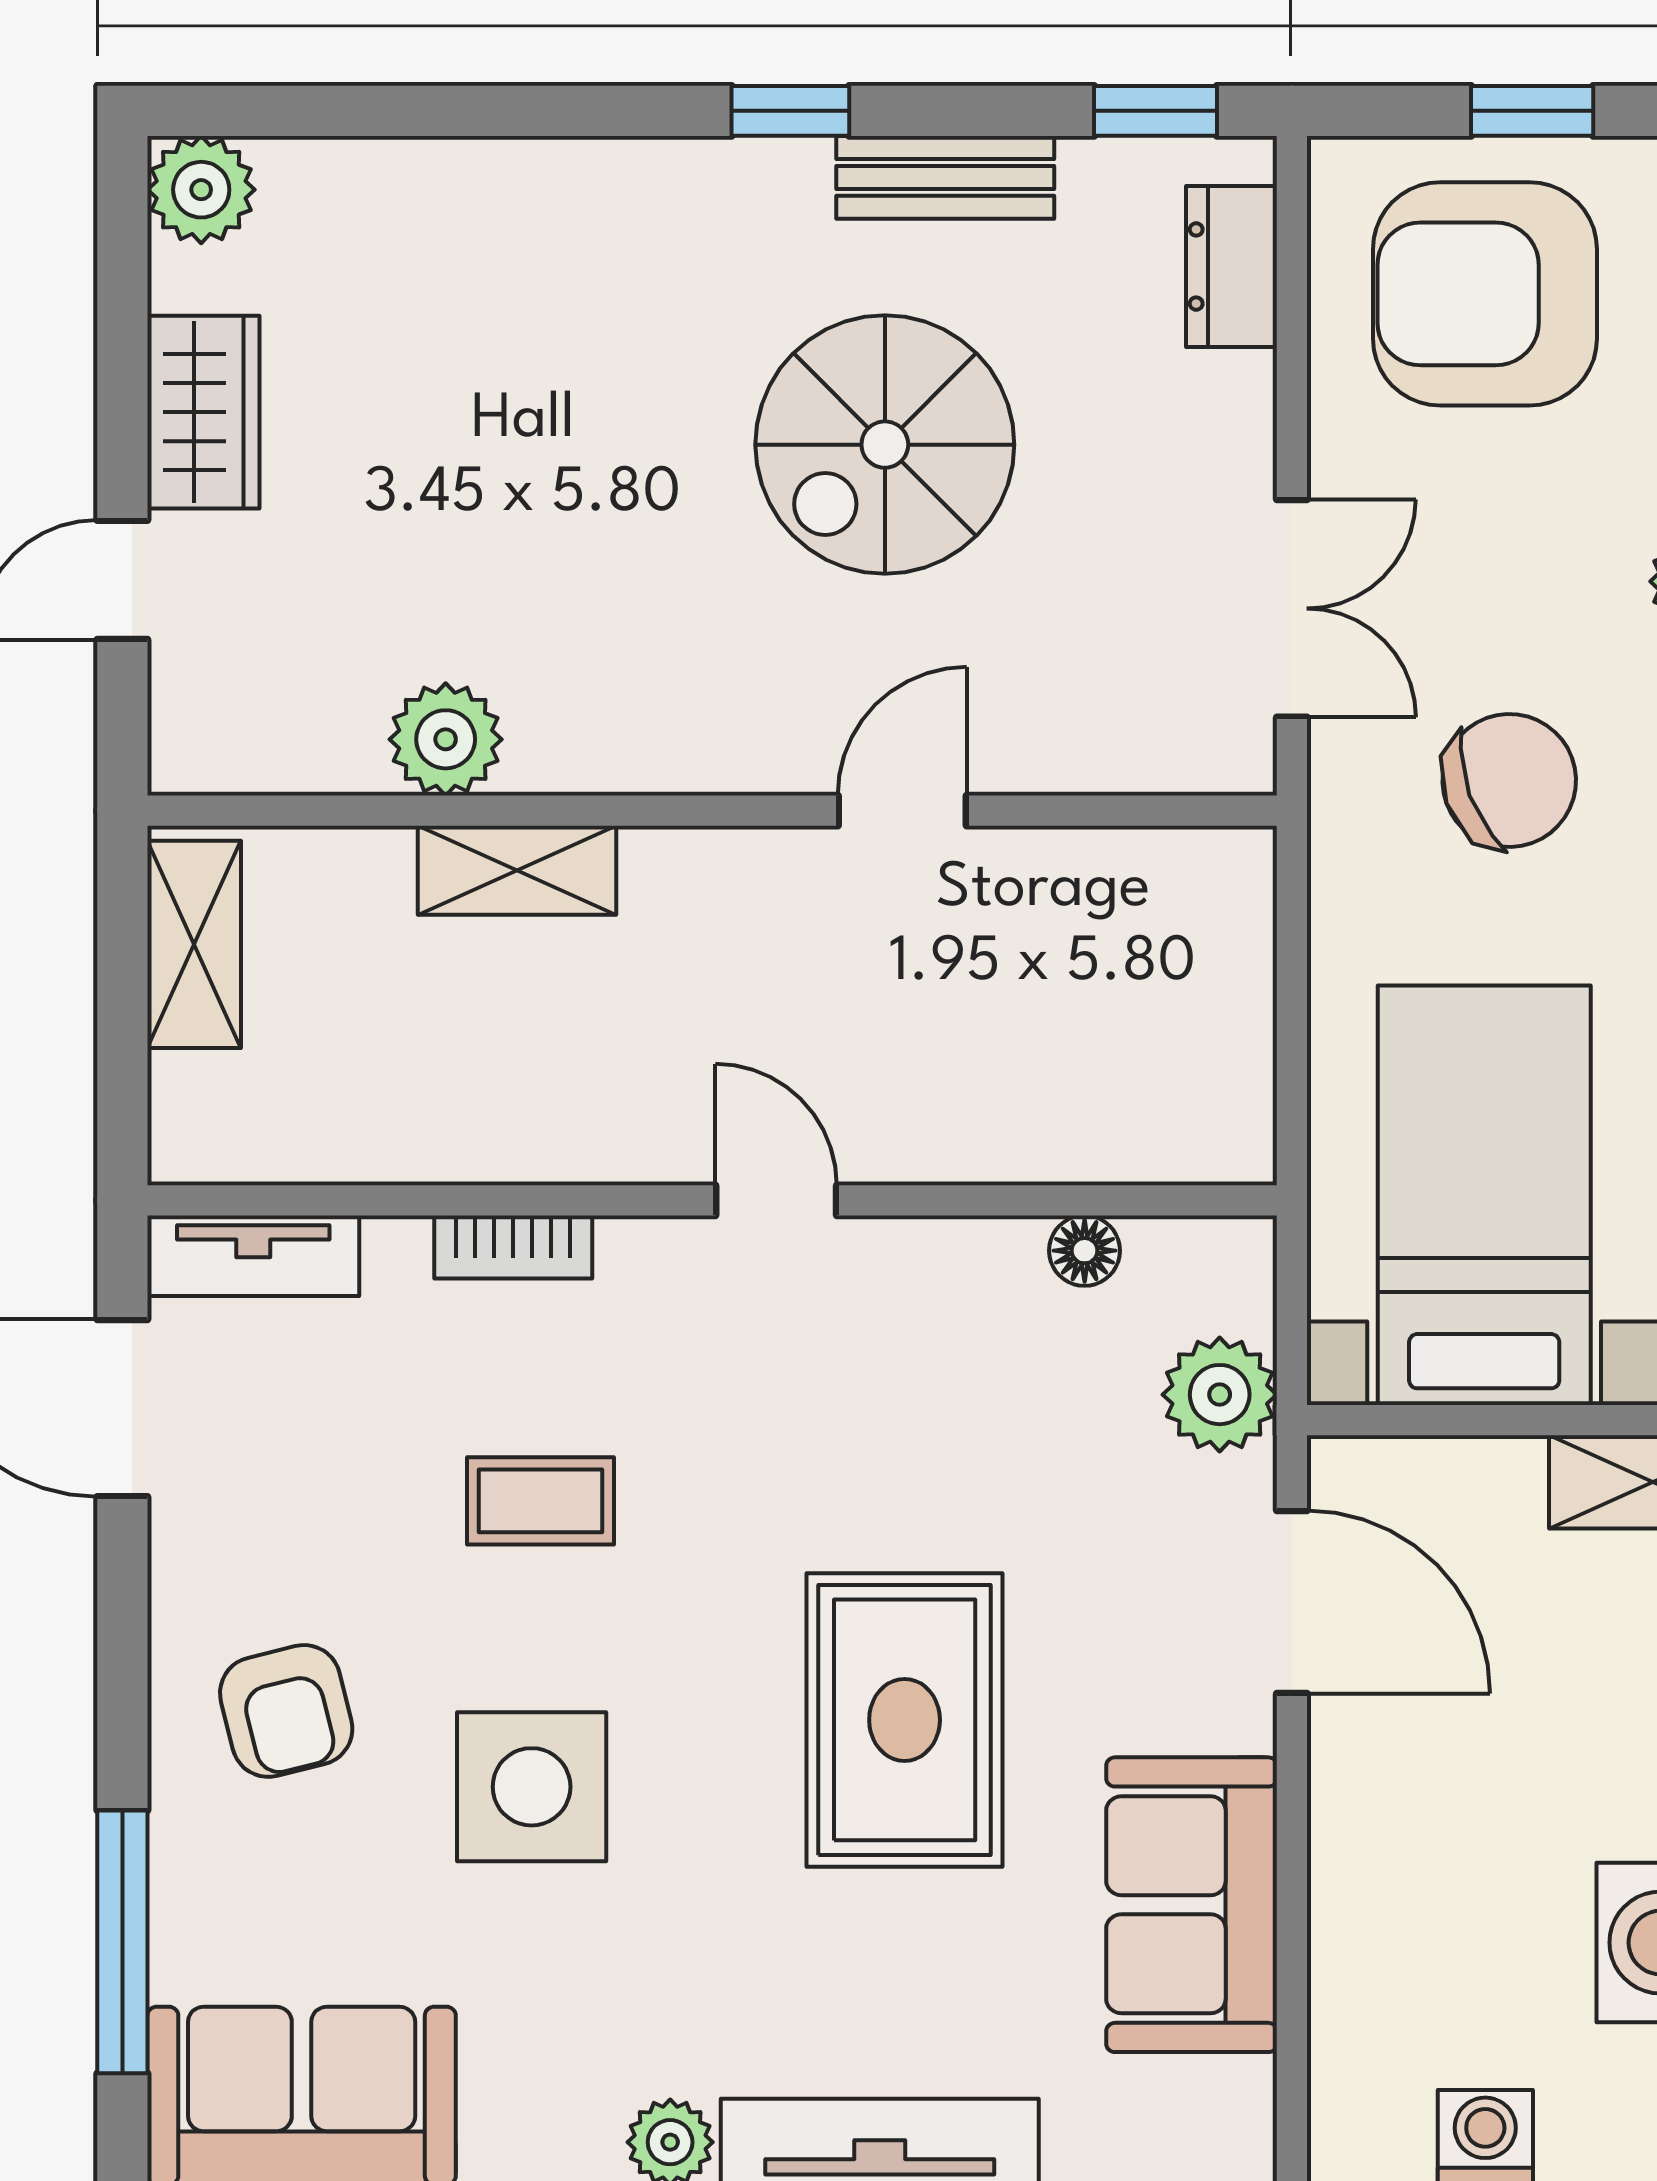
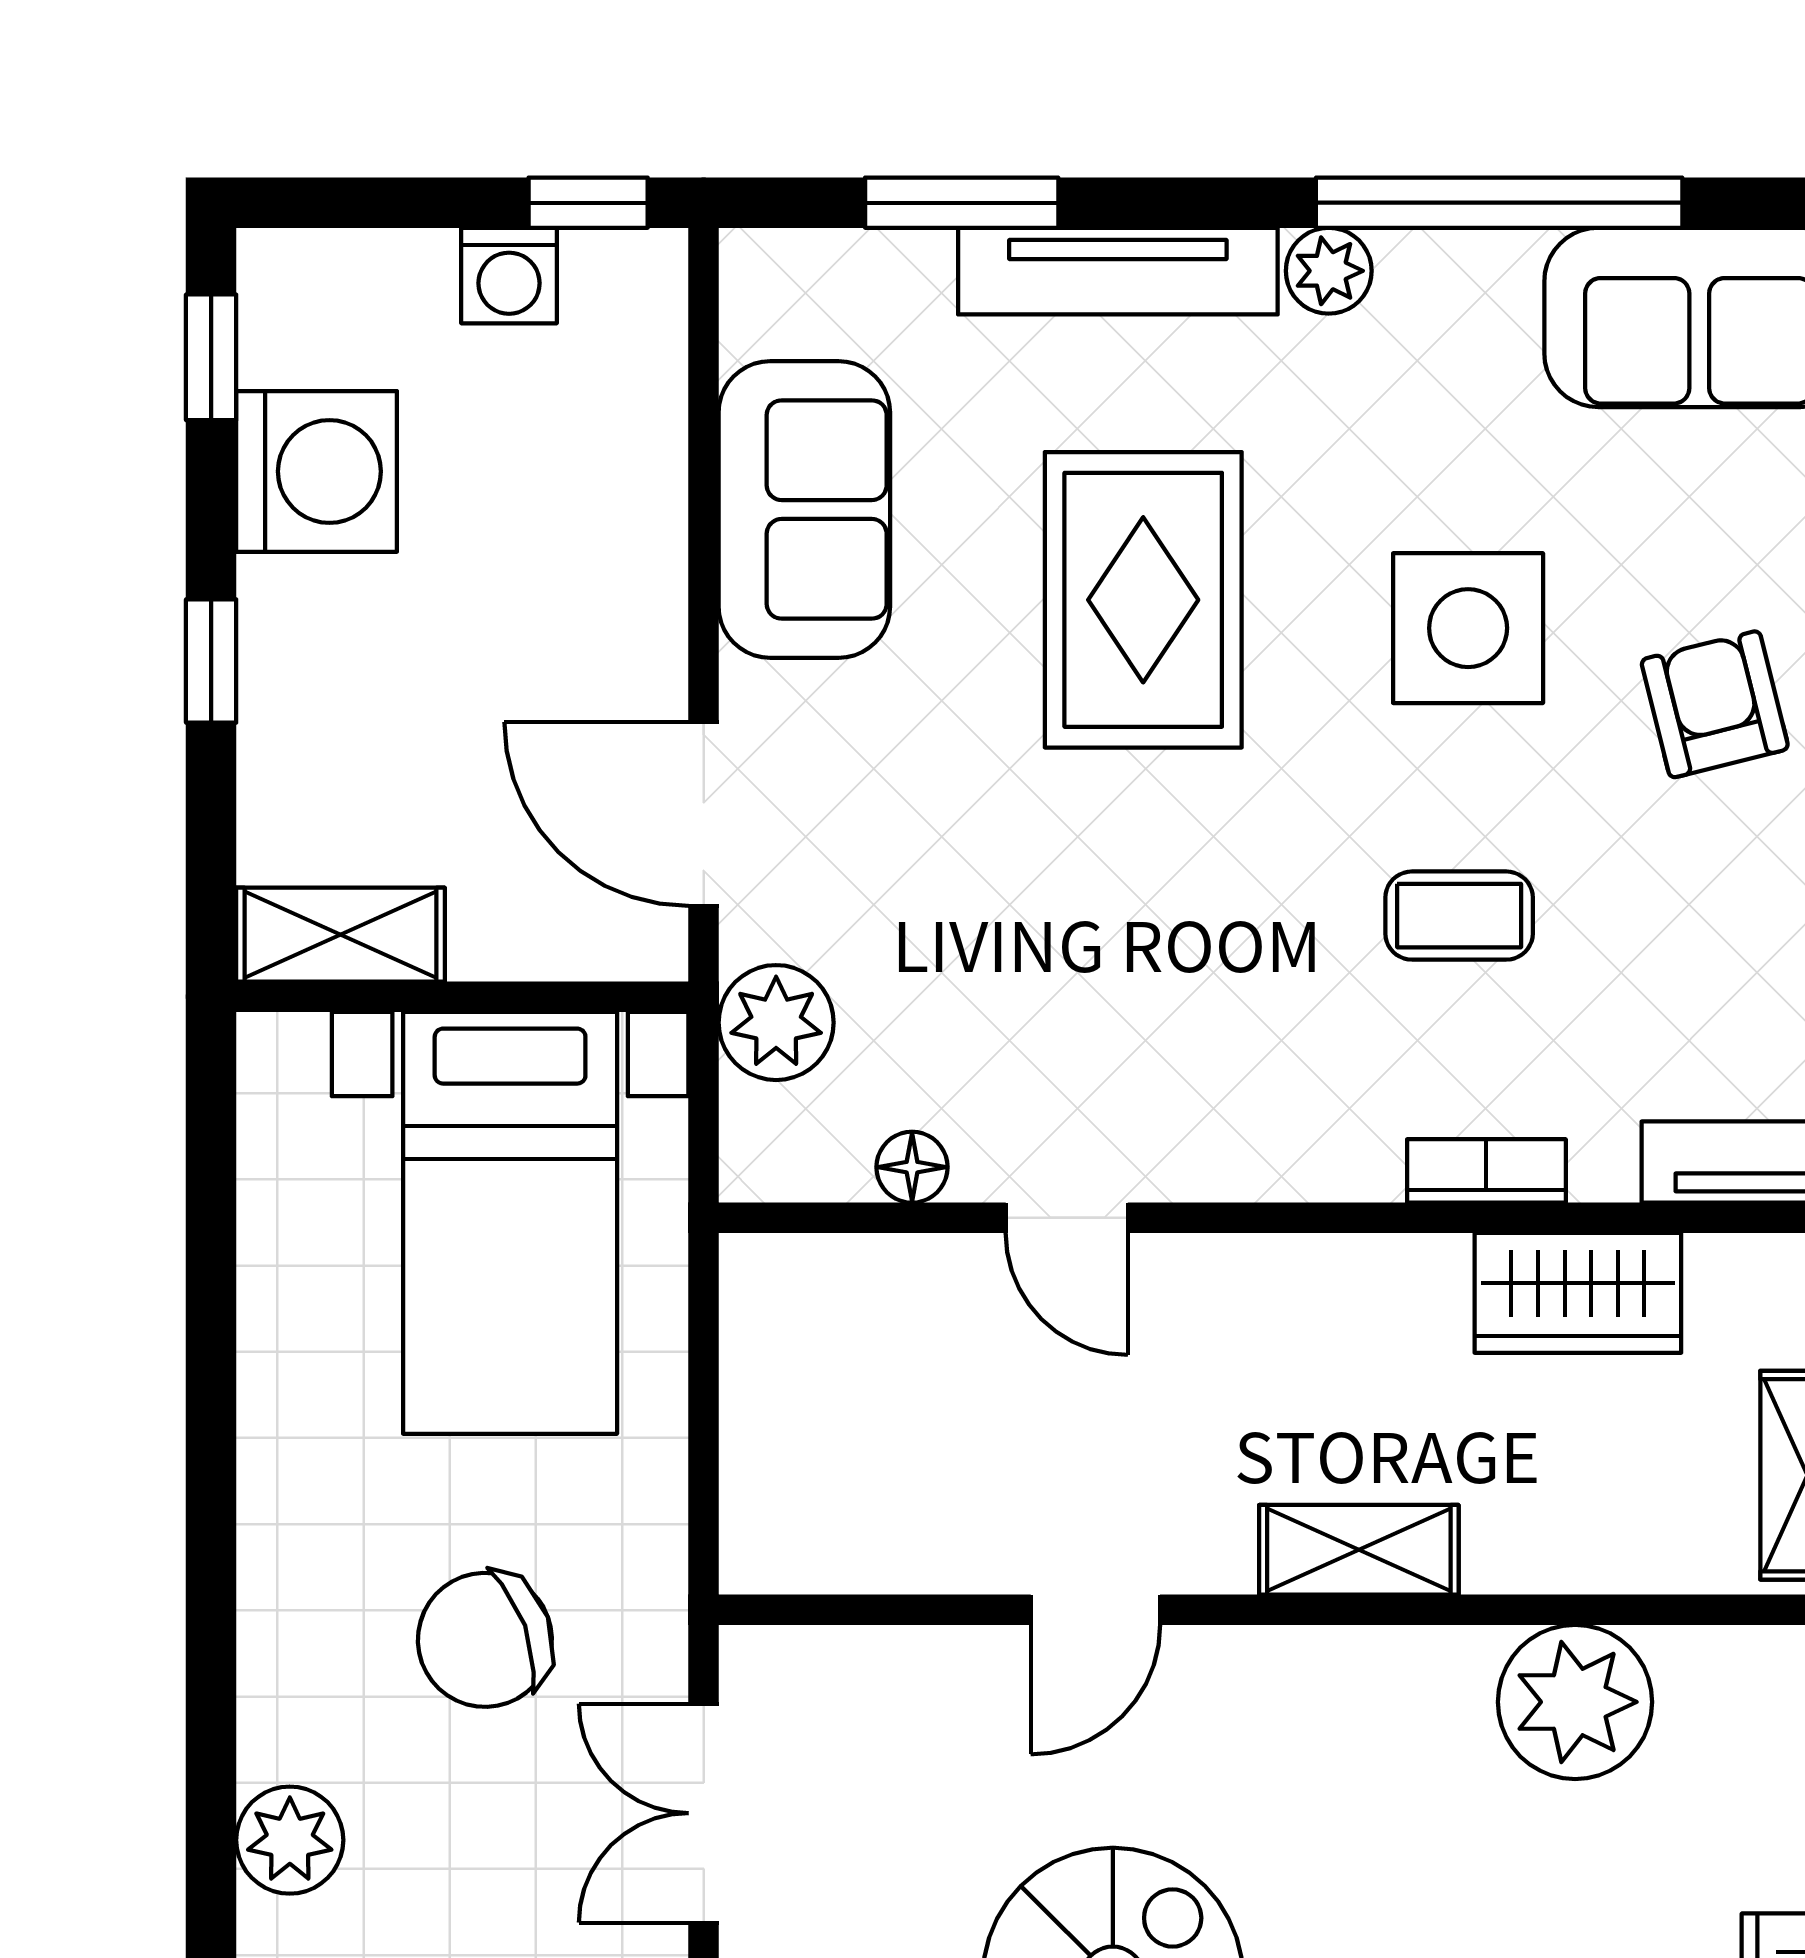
plant: (446, 739) -> (1575, 1702), width x1.36, depth x1.36
shelving: (517, 870) -> (1359, 1550), moved
wardrobe: (422, 1126) -> (1578, 1293), added
door: (776, 1200) -> (1067, 1218), moved
rug: (905, 1720) -> (1143, 600), moved

